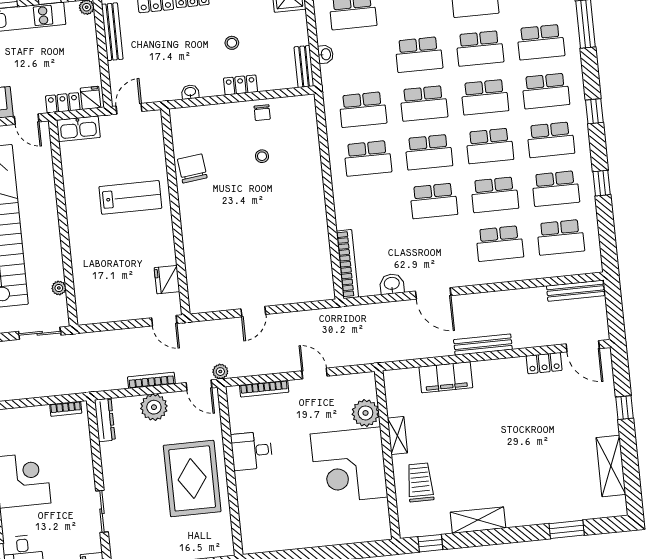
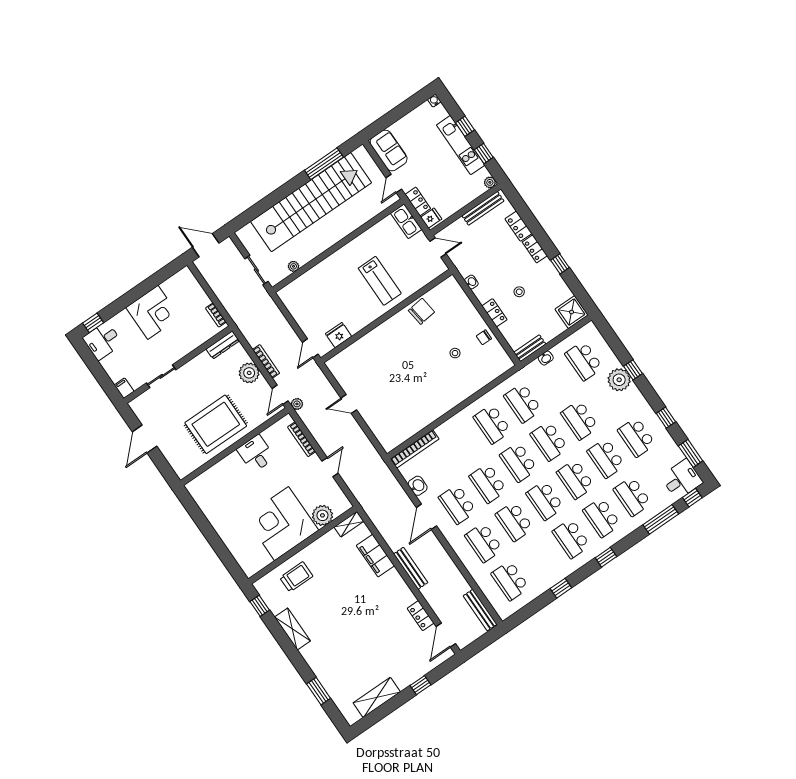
school desk: (556, 189) -> (457, 504), moved
shelving: (397, 436) -> (349, 524), moved

